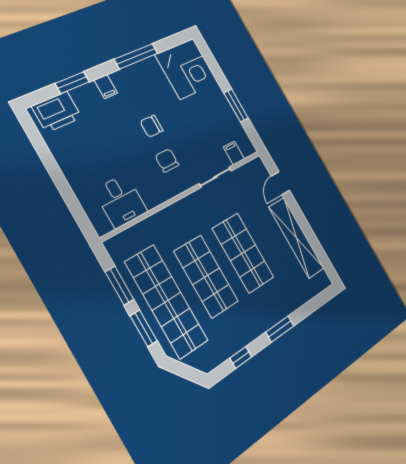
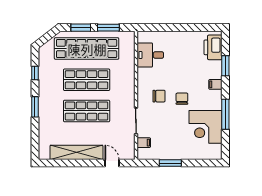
corner desk: (187, 69) -> (206, 127), moved

